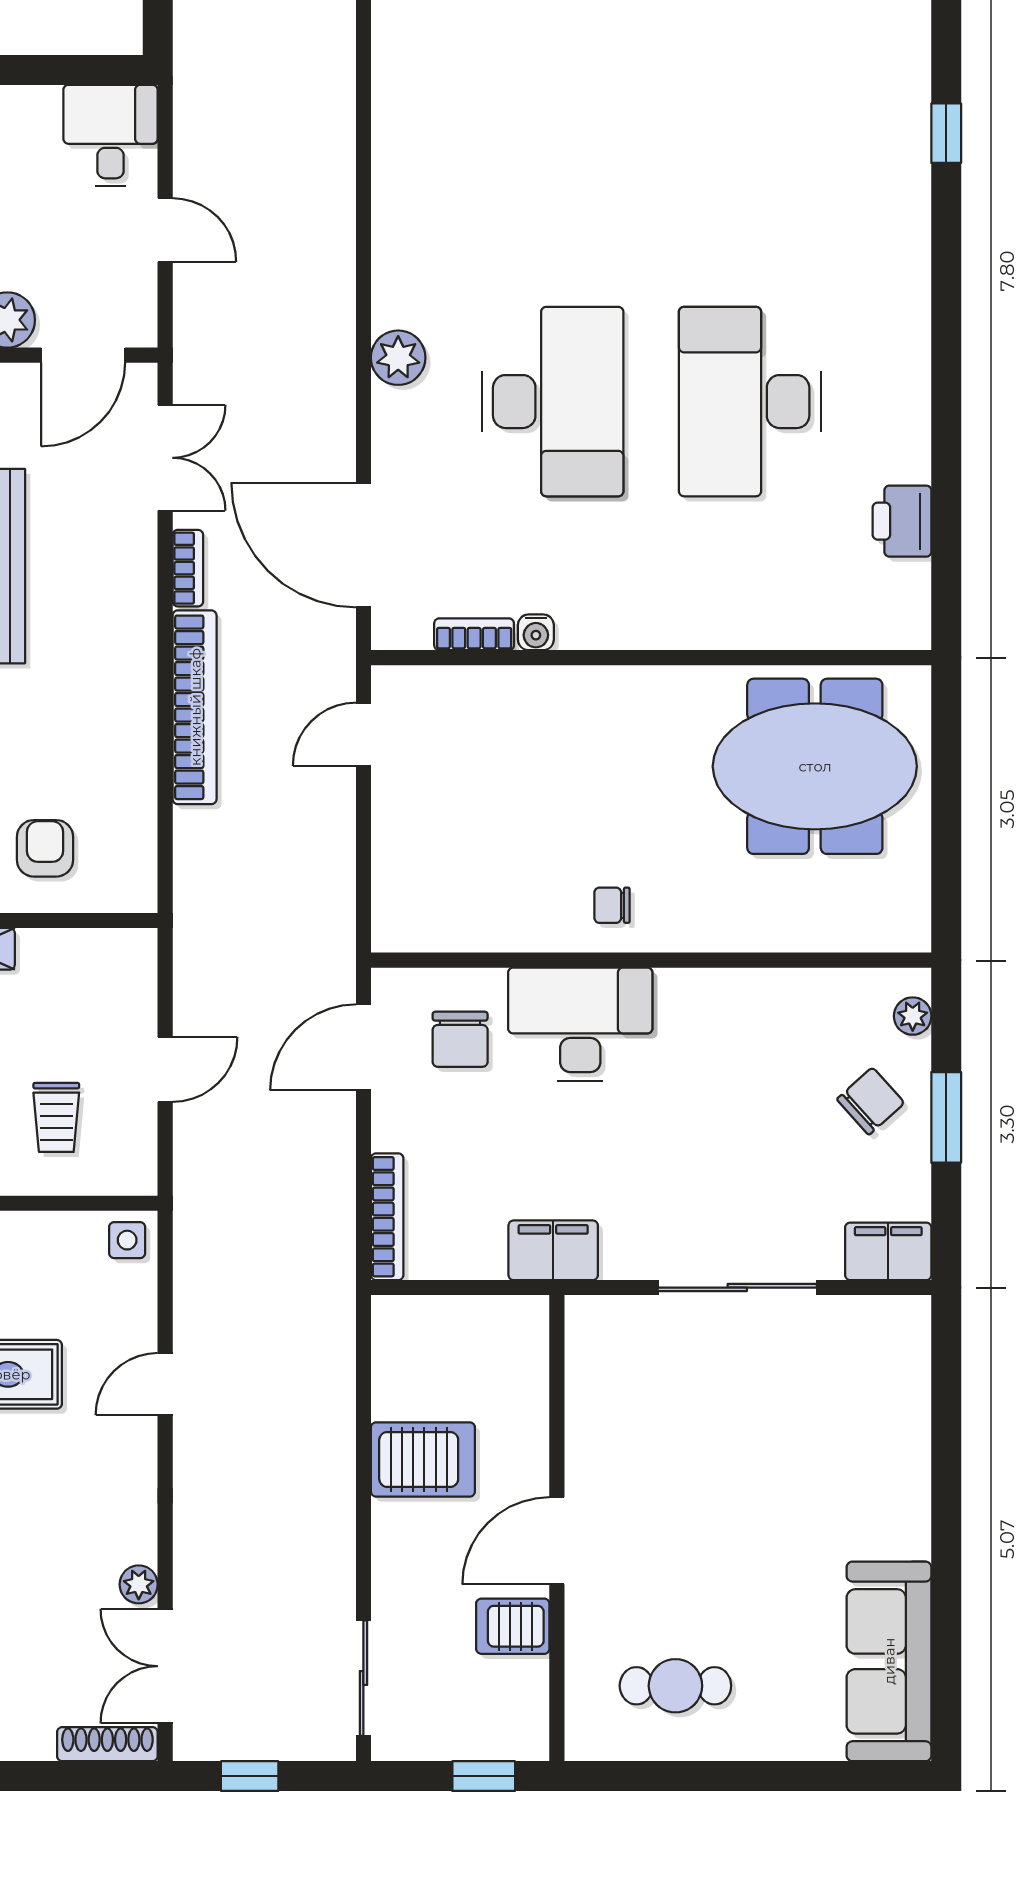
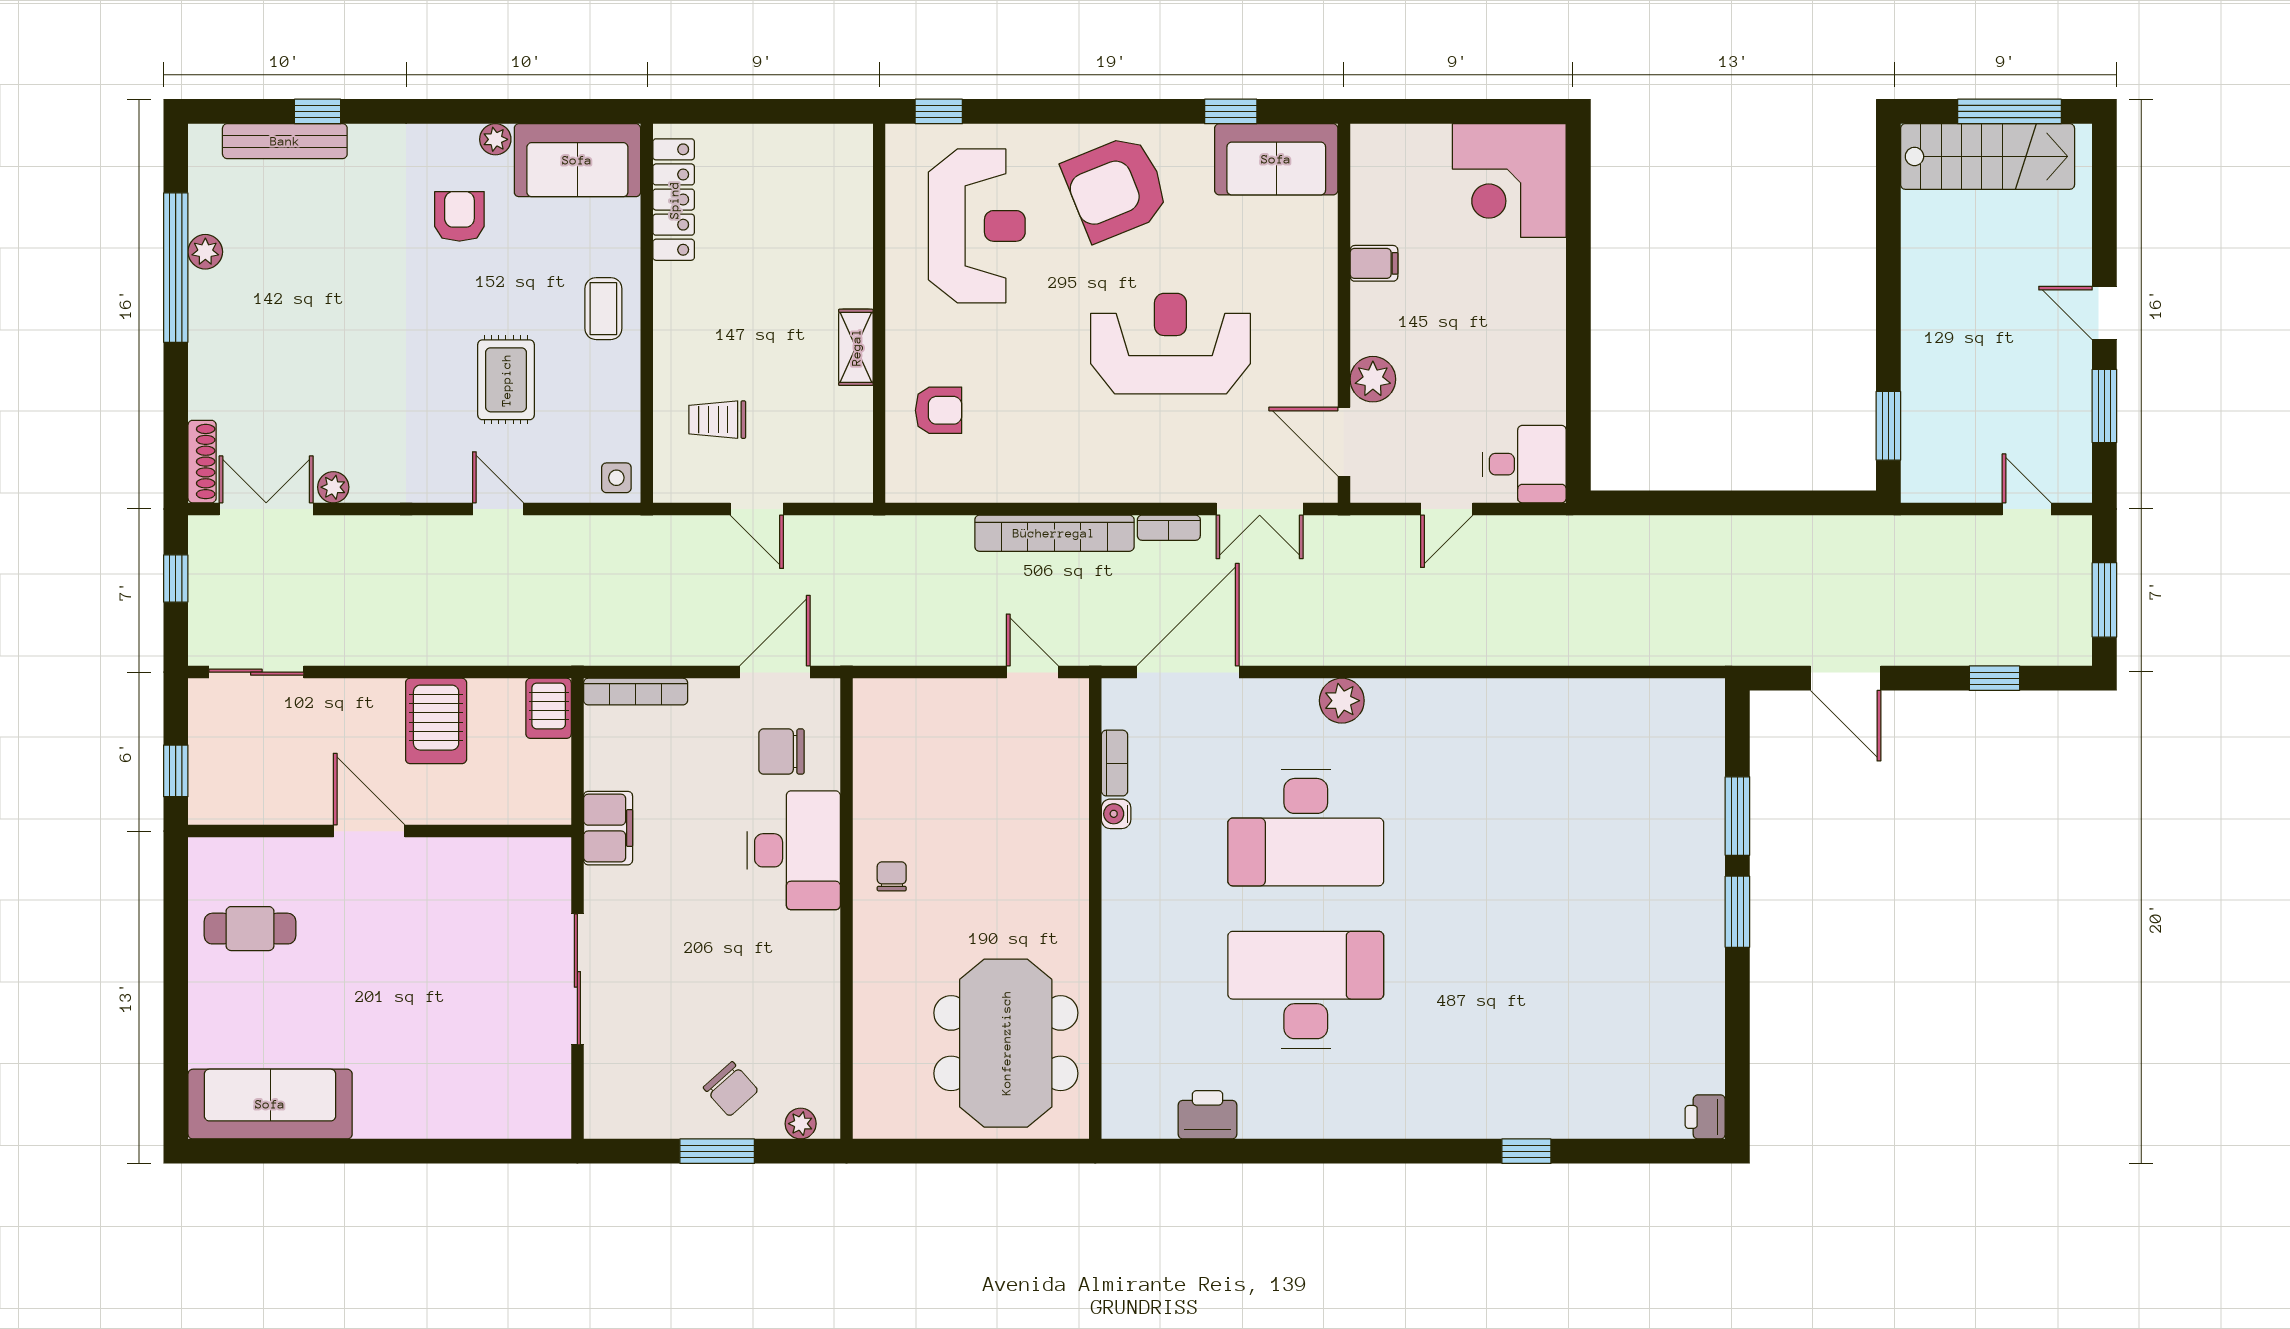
door: (363, 1047) -> (775, 672), hinge flipped
filing cabinet: (888, 1251) -> (607, 1104), removed
server rack: (513, 1626) -> (549, 708), moved, turned 180
cafe table: (675, 1686) -> (250, 929), turned 90

